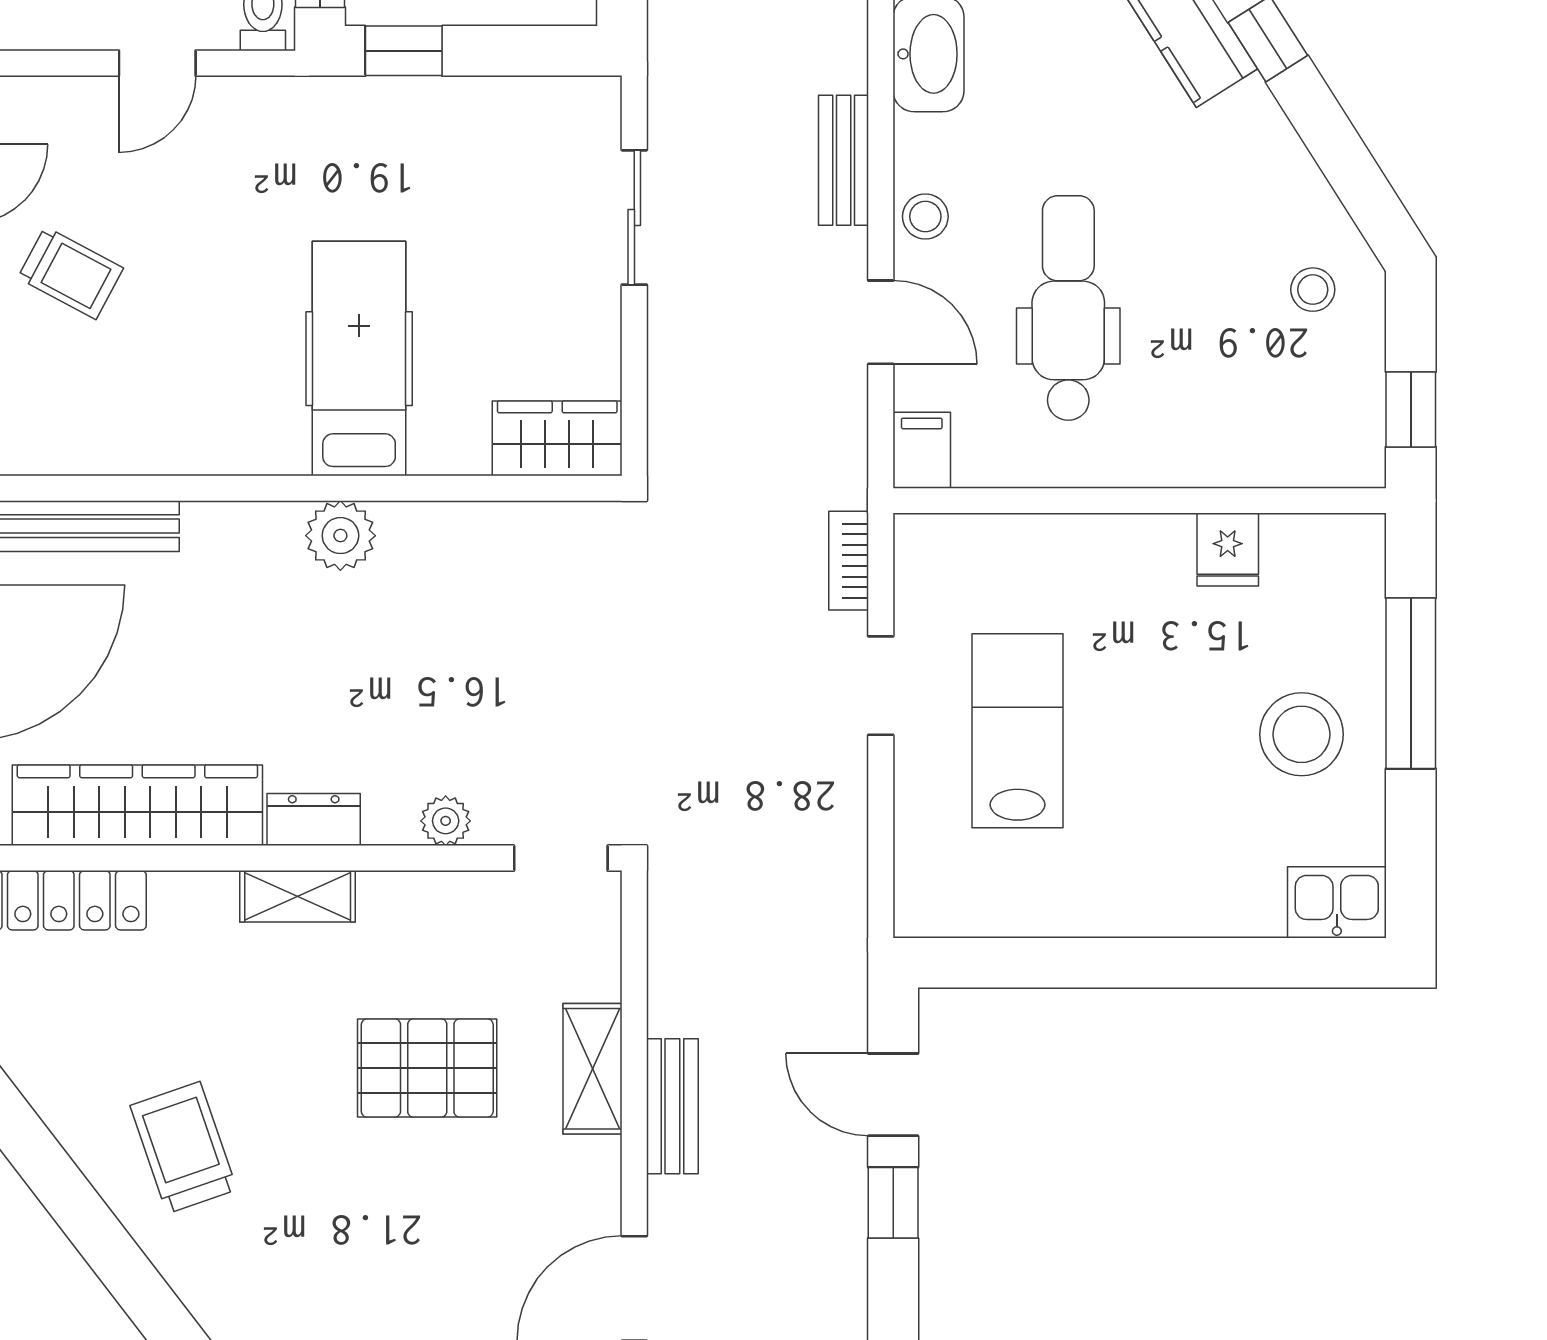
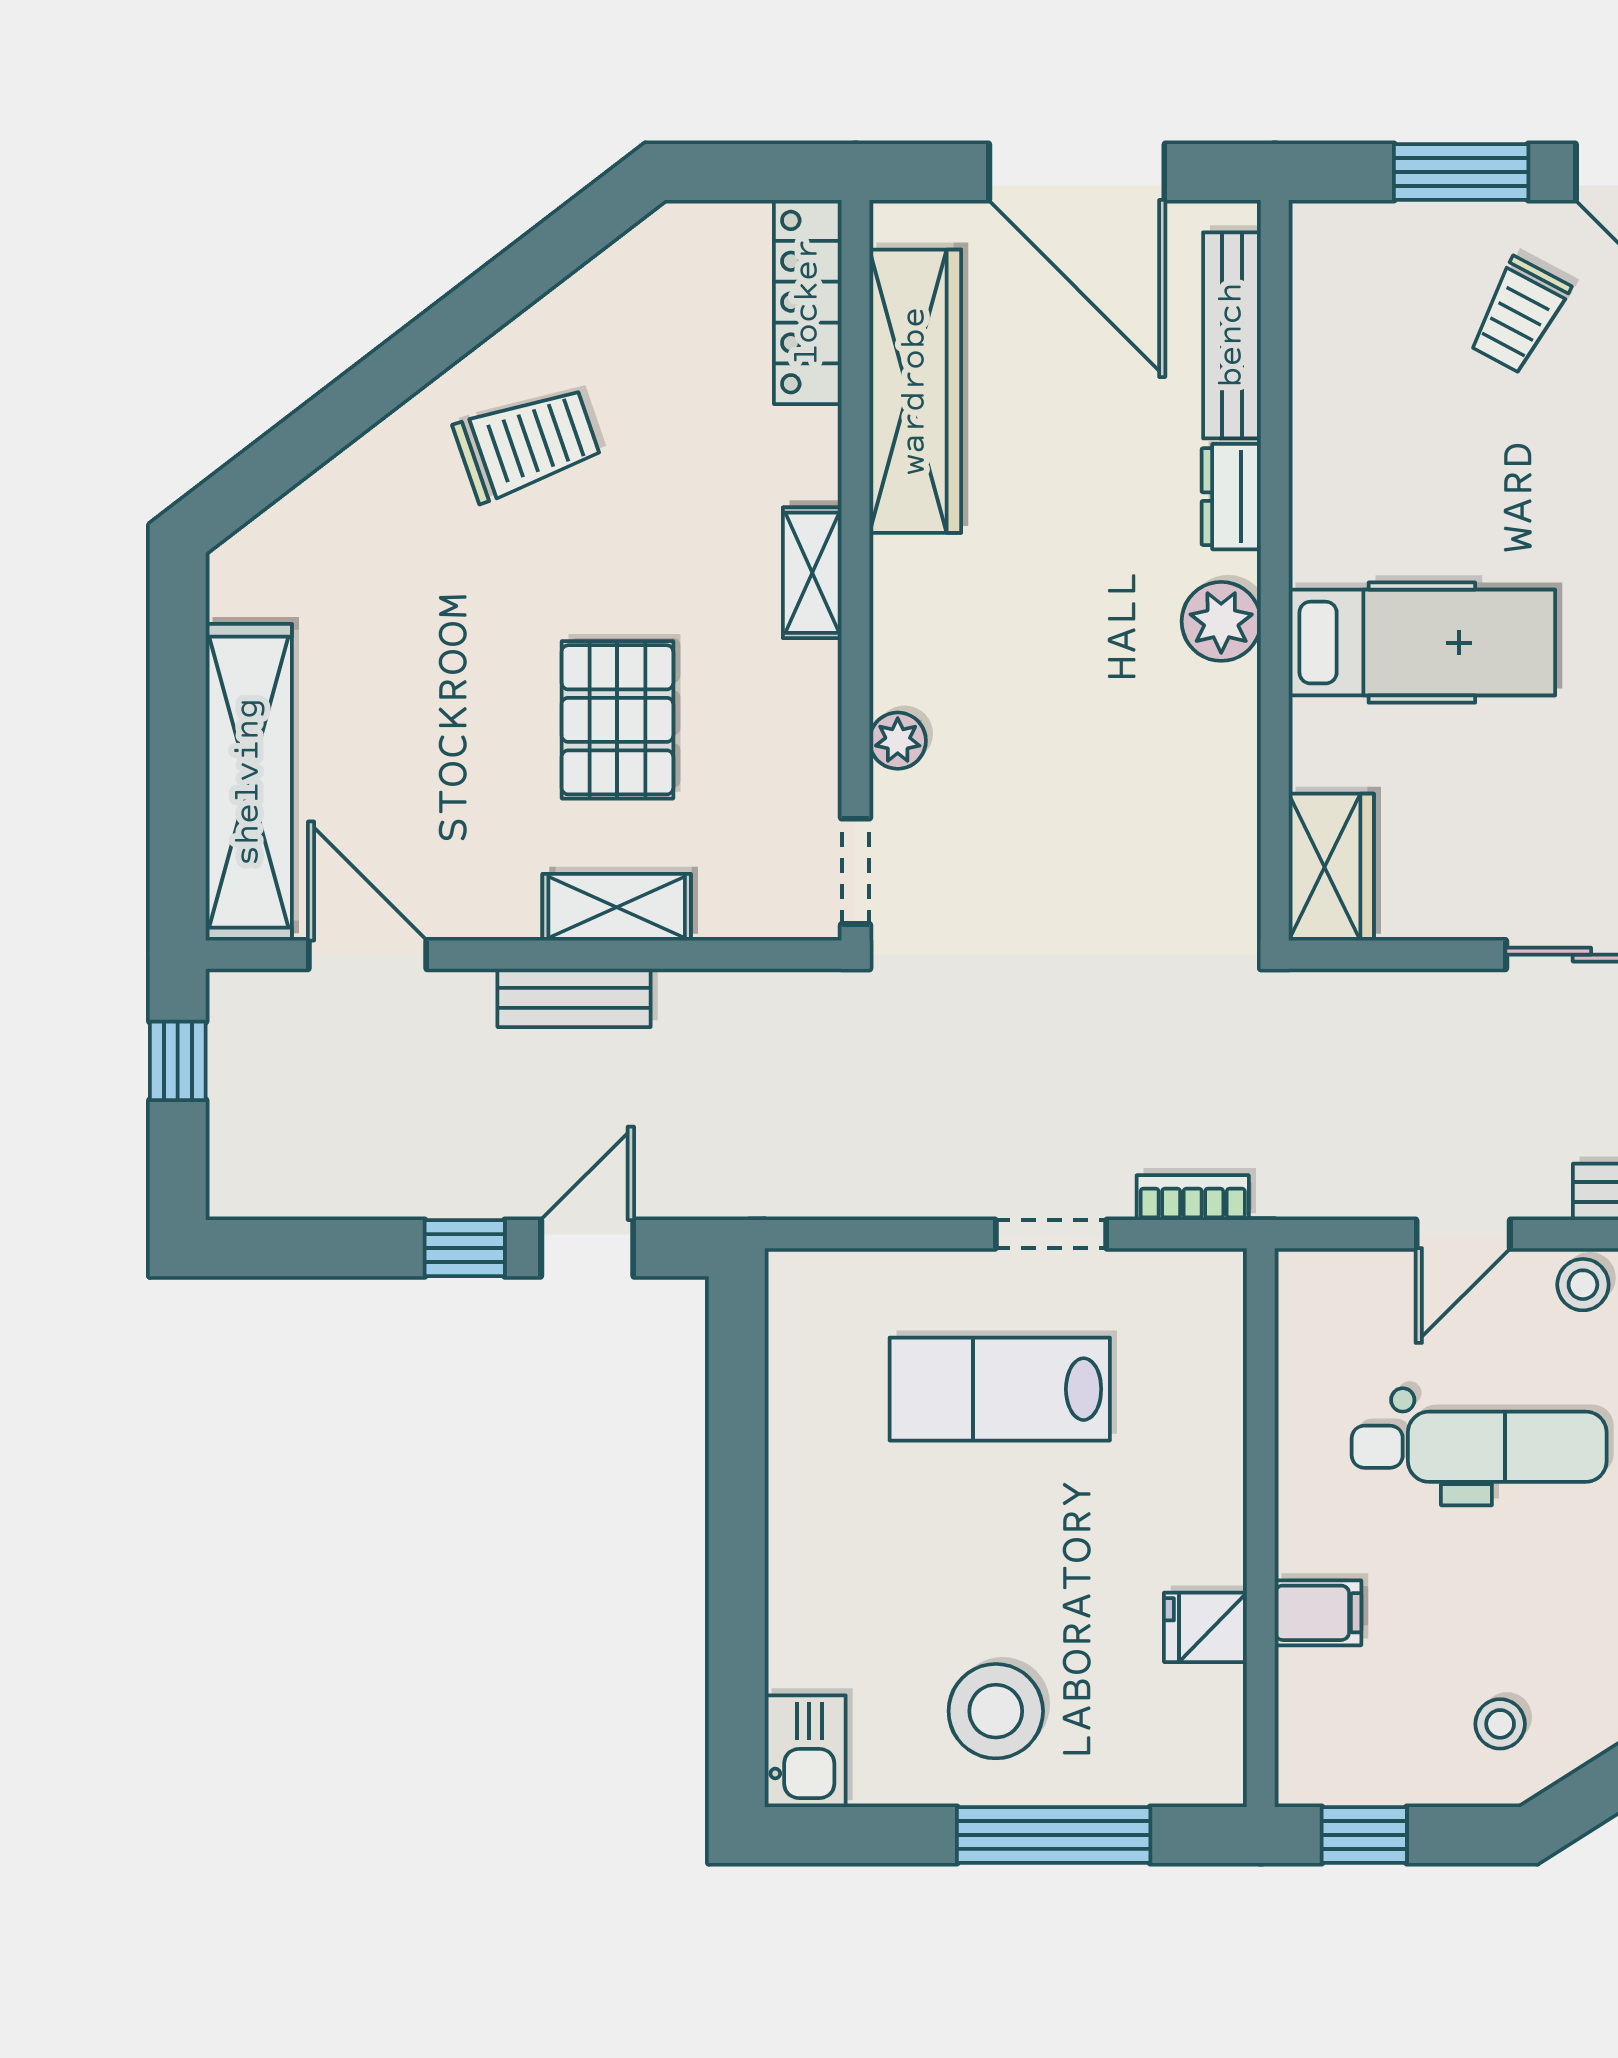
filing cabinet: (922, 450) -> (1318, 1613), moved
lab bench: (1017, 731) -> (1000, 1389), turned 180
dresser: (314, 820) -> (1231, 497), moved, turned 180

